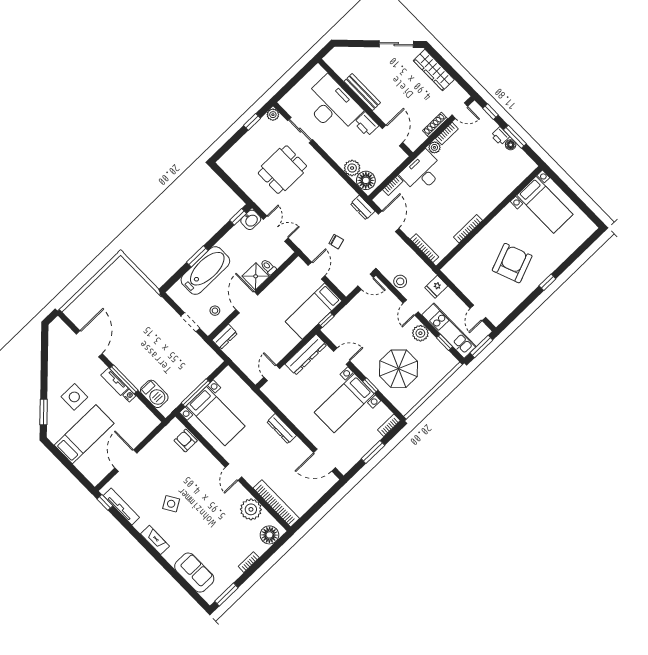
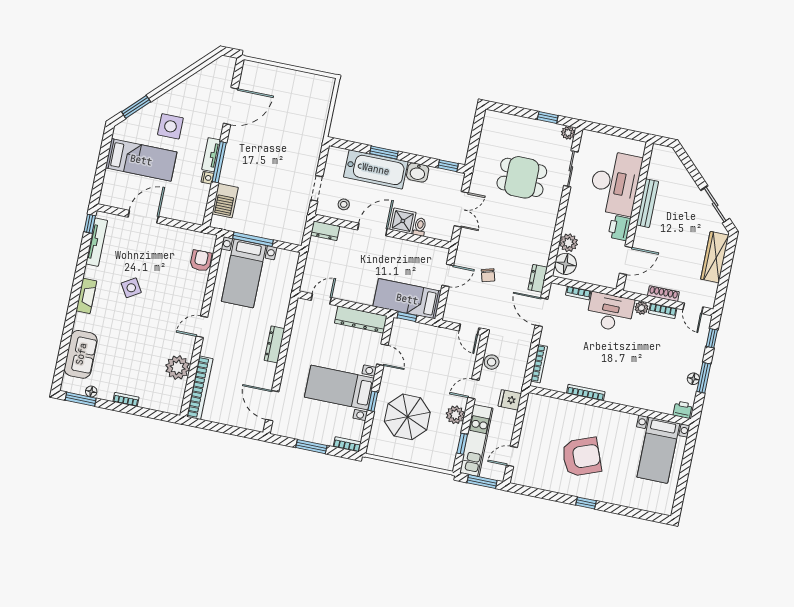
printer: (500, 136) -> (683, 410), moved, turned 90
washbasin: (251, 220) -> (418, 172), moved
door: (389, 221) -> (541, 312), swing flipped
floor lamp: (269, 535) -> (91, 392), moved, width x0.53, depth x0.53

